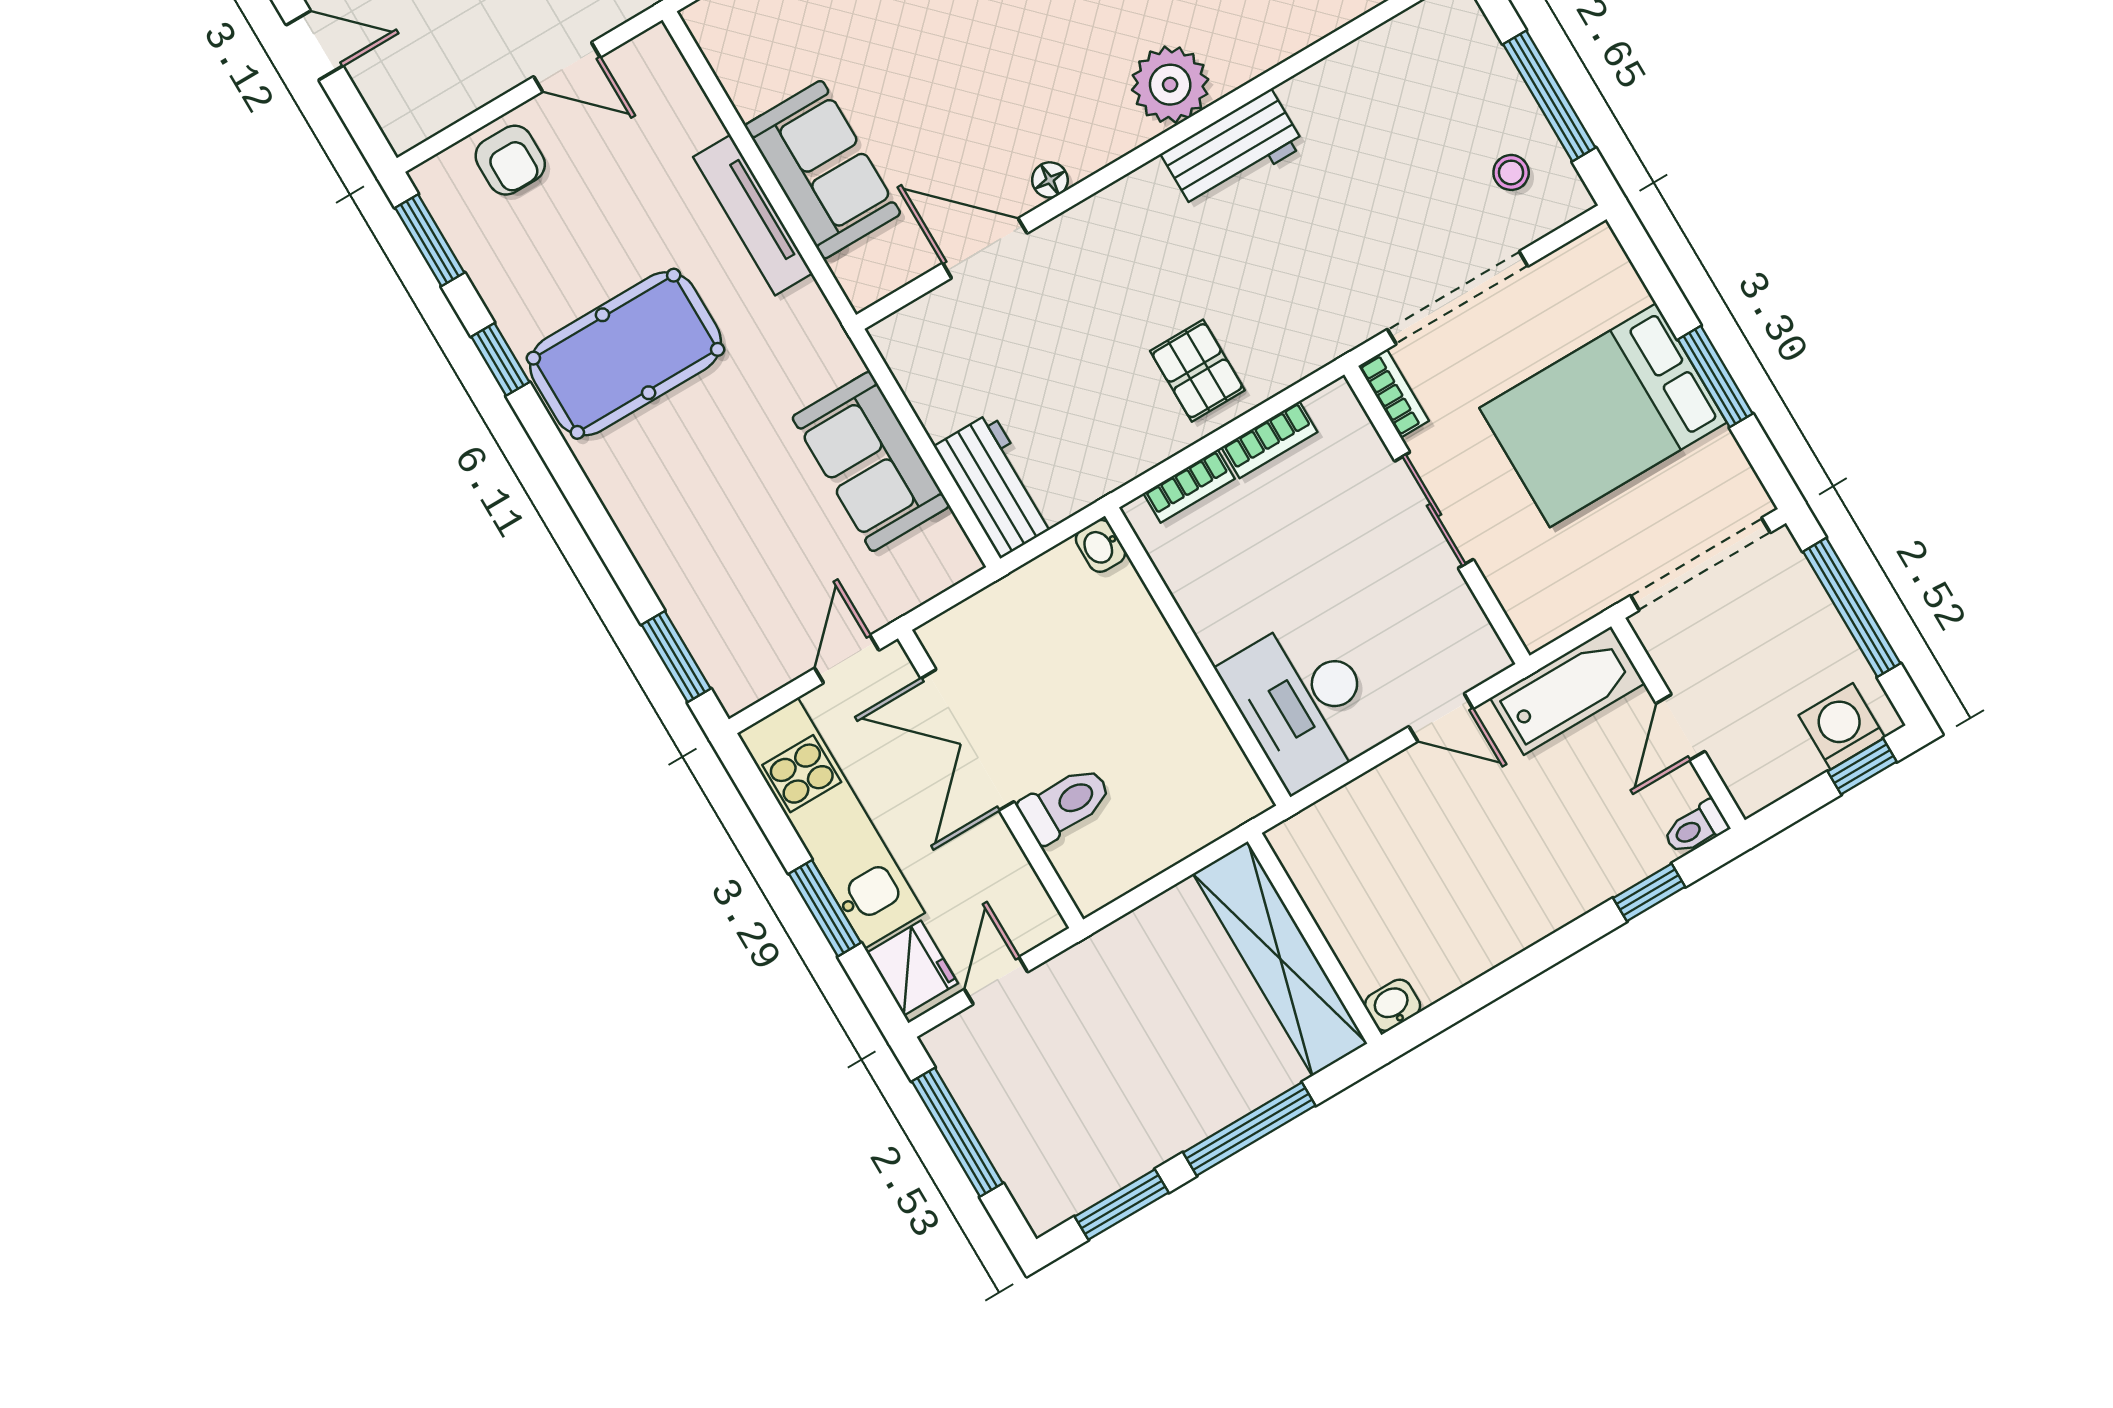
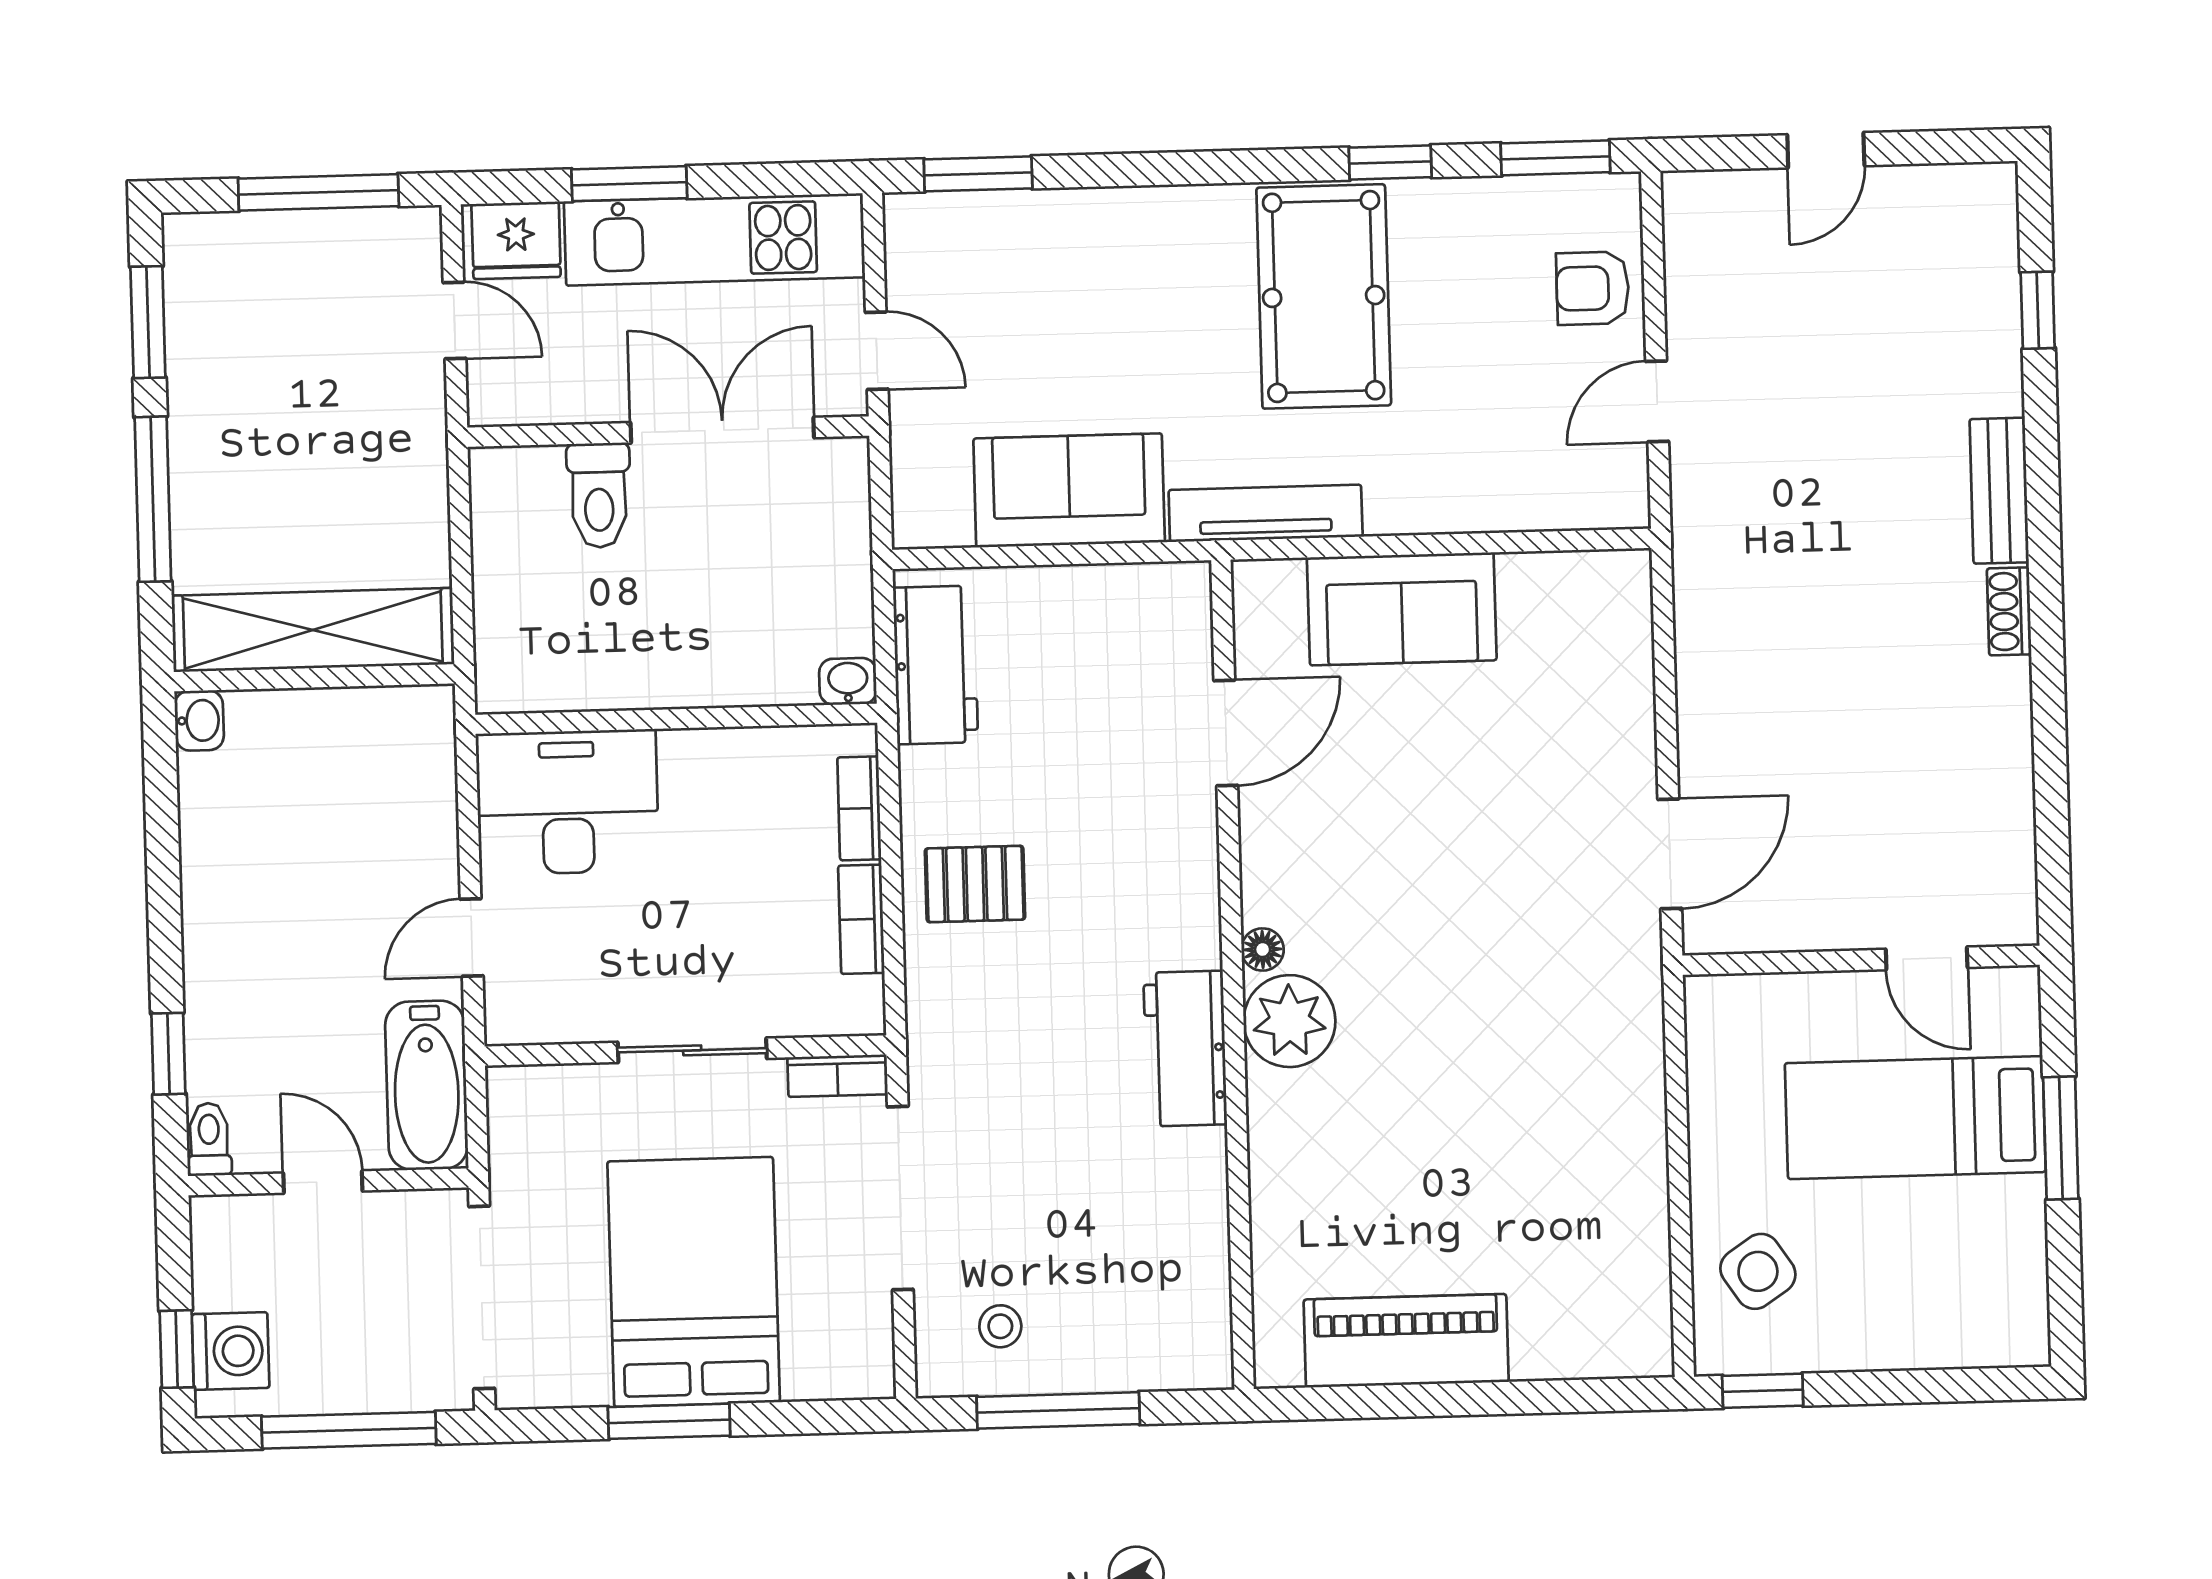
floor lamp: (1050, 180) -> (1263, 949), moved
tv unit: (753, 215) -> (1266, 513), moved
workbench: (996, 485) -> (936, 665), moved, turned -90

